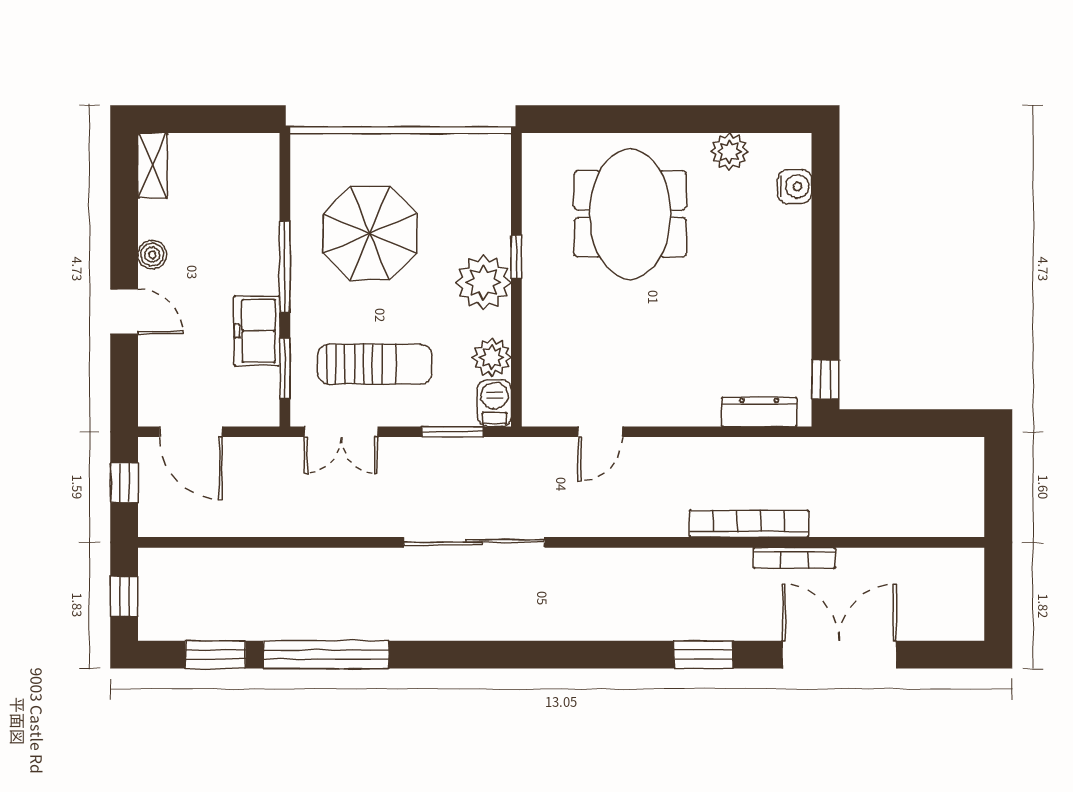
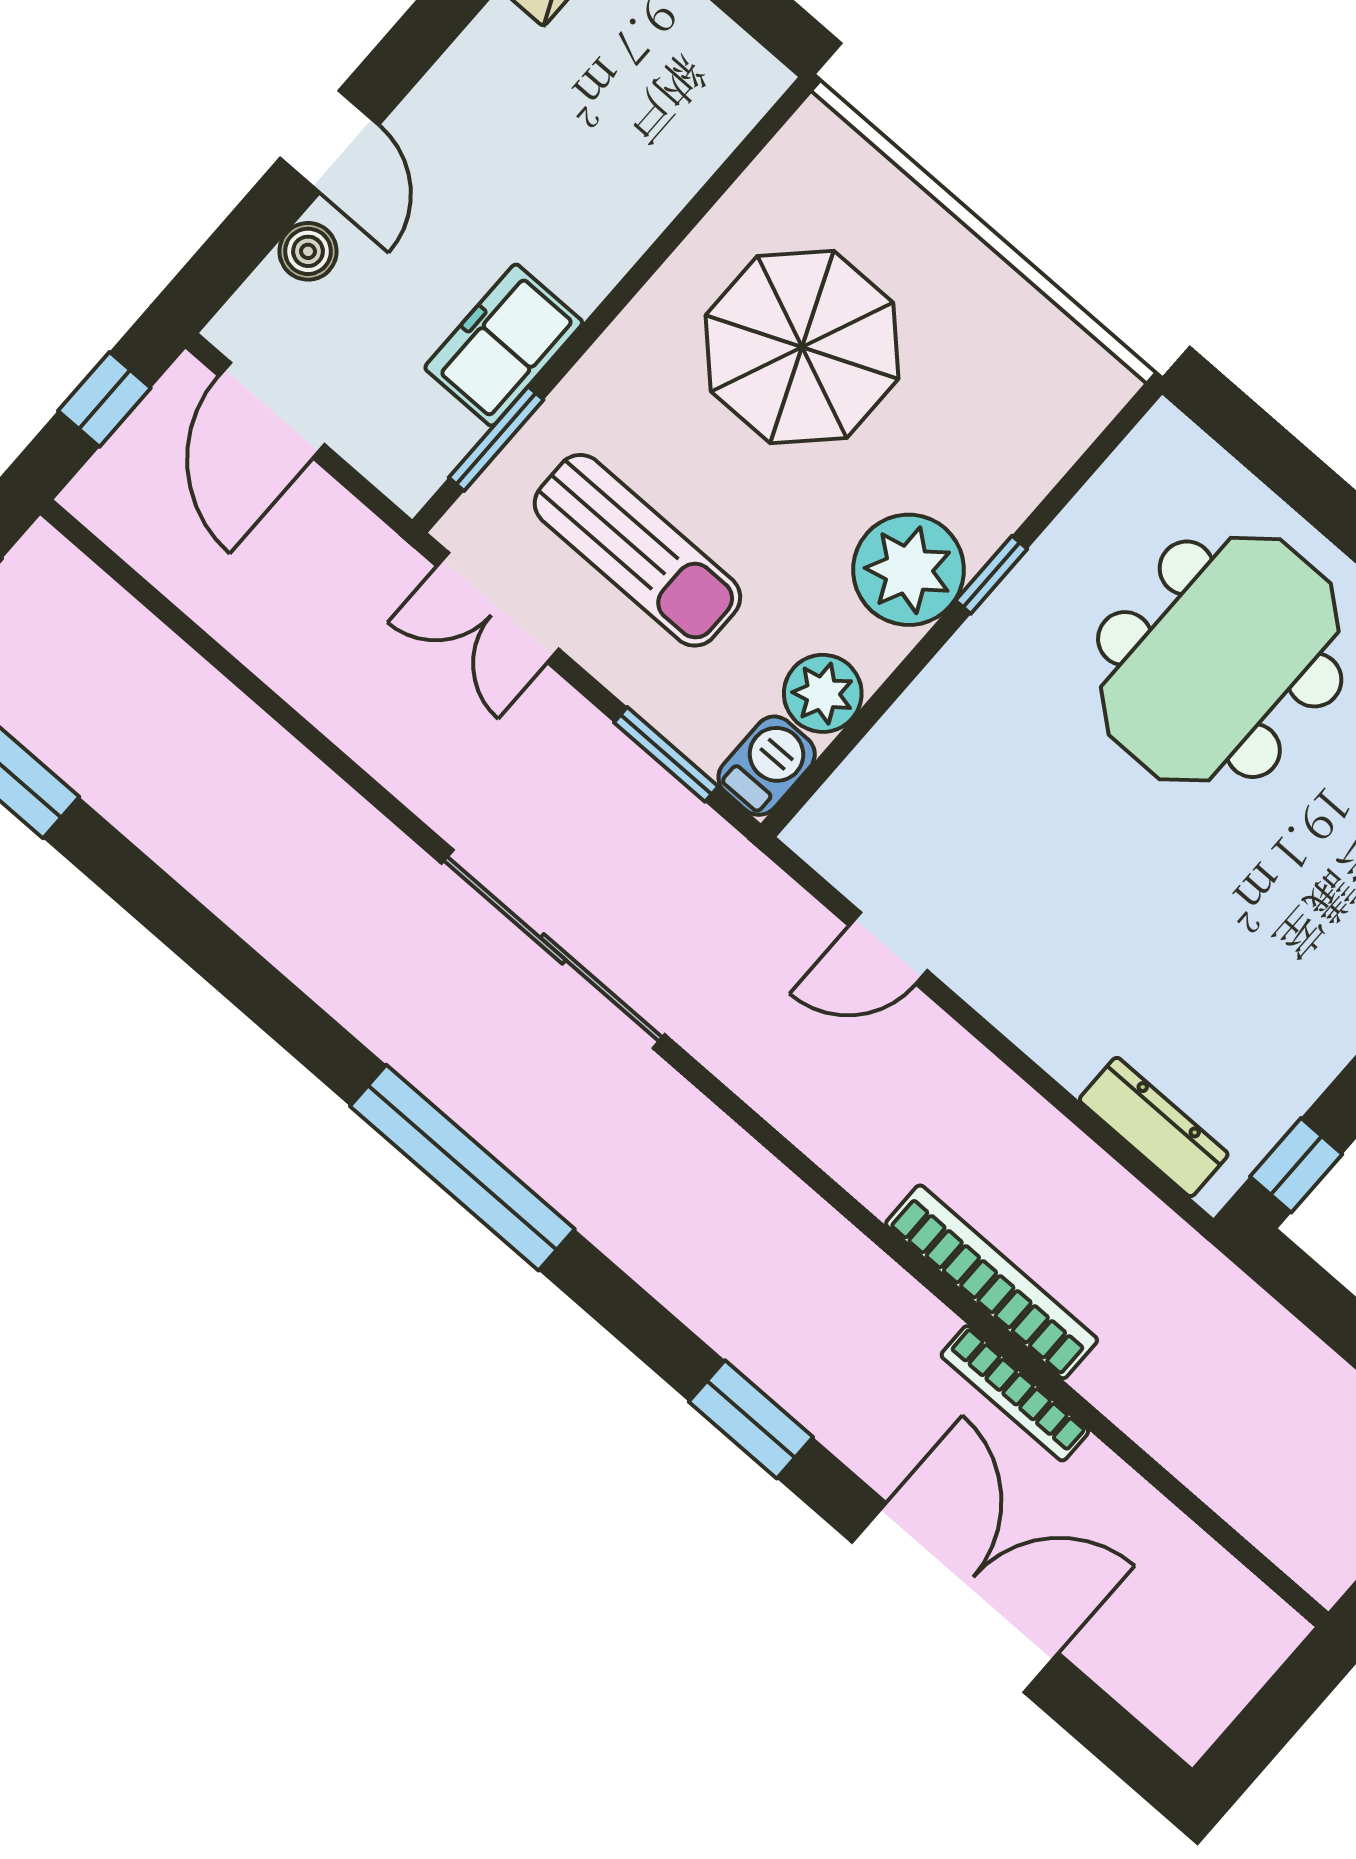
boiler: (152, 255) -> (308, 251), moved
window: (285, 267) -> (630, 286), removed
window: (326, 655) -> (462, 1168), moved

